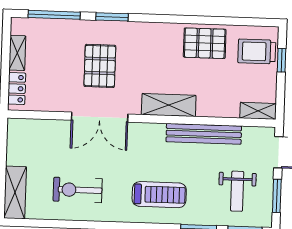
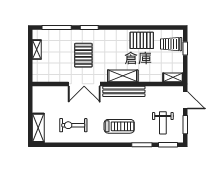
locker: (17, 89) -> (37, 70), removed
bench: (204, 134) -> (124, 91), moved

